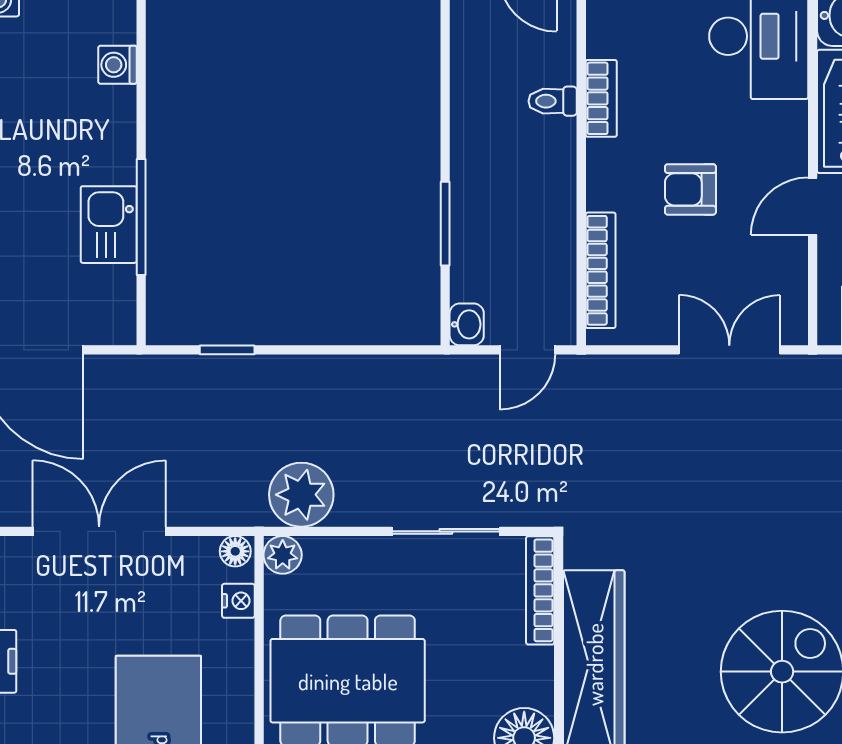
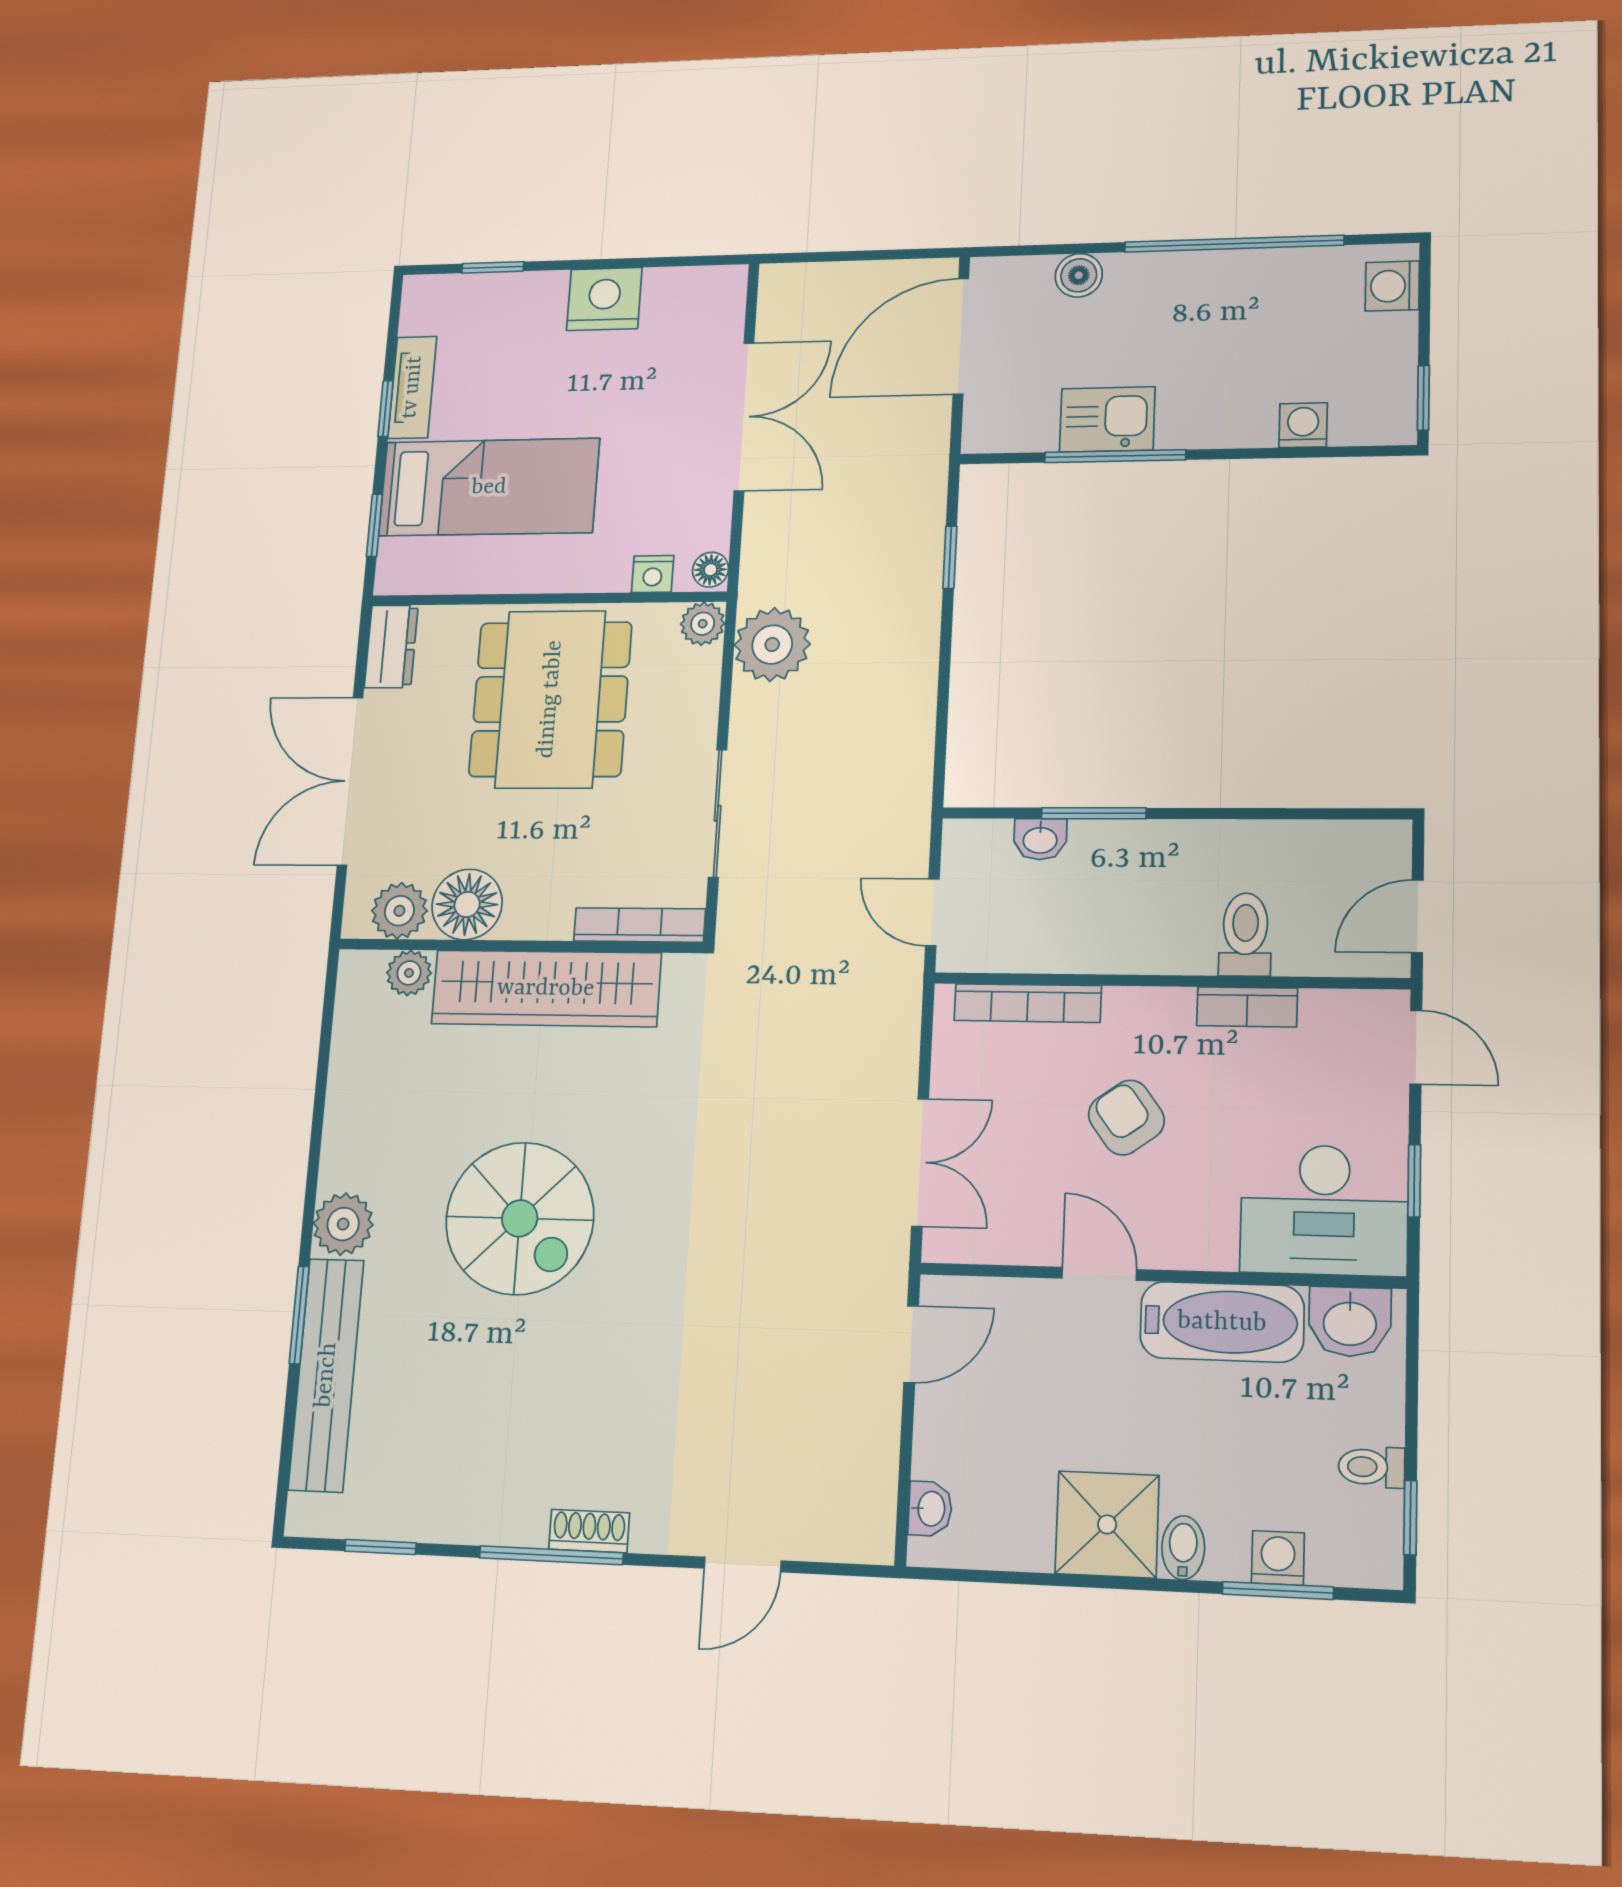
toilet: (553, 101) -> (1245, 935), width x1.37, depth x1.39
armchair: (690, 189) -> (1126, 1118), turned -36
washbasin: (467, 324) -> (1040, 839), moved

